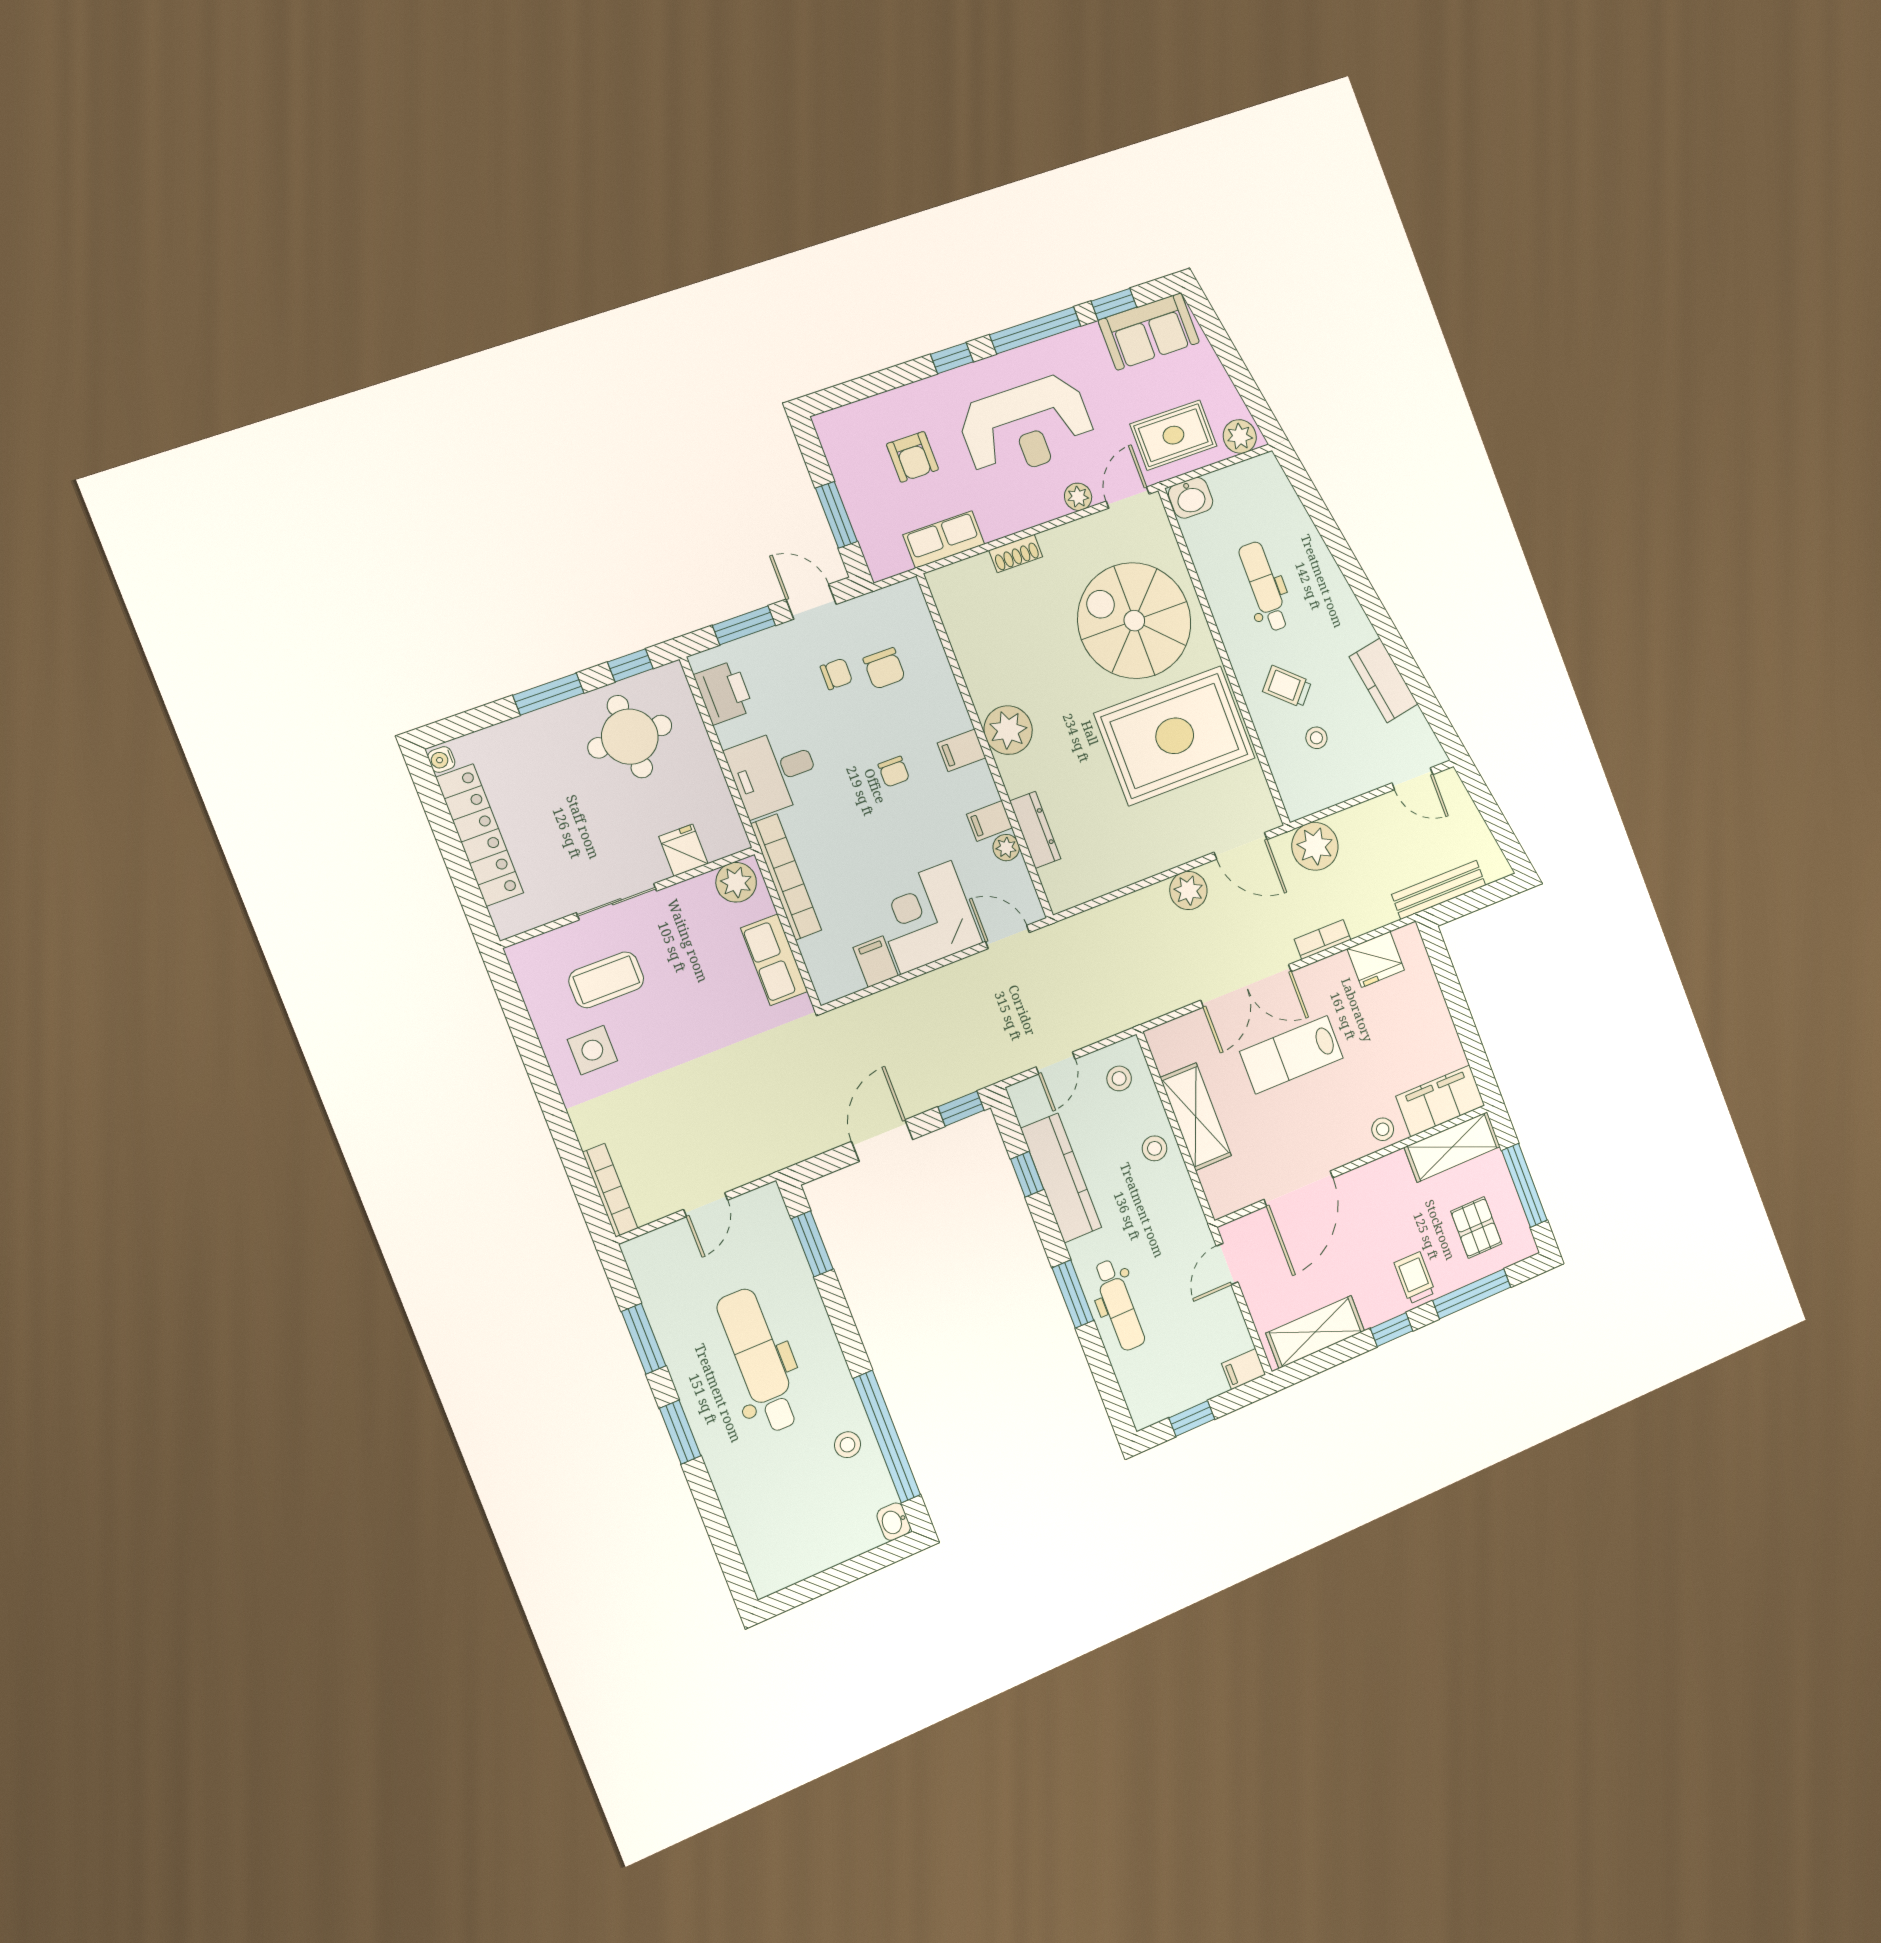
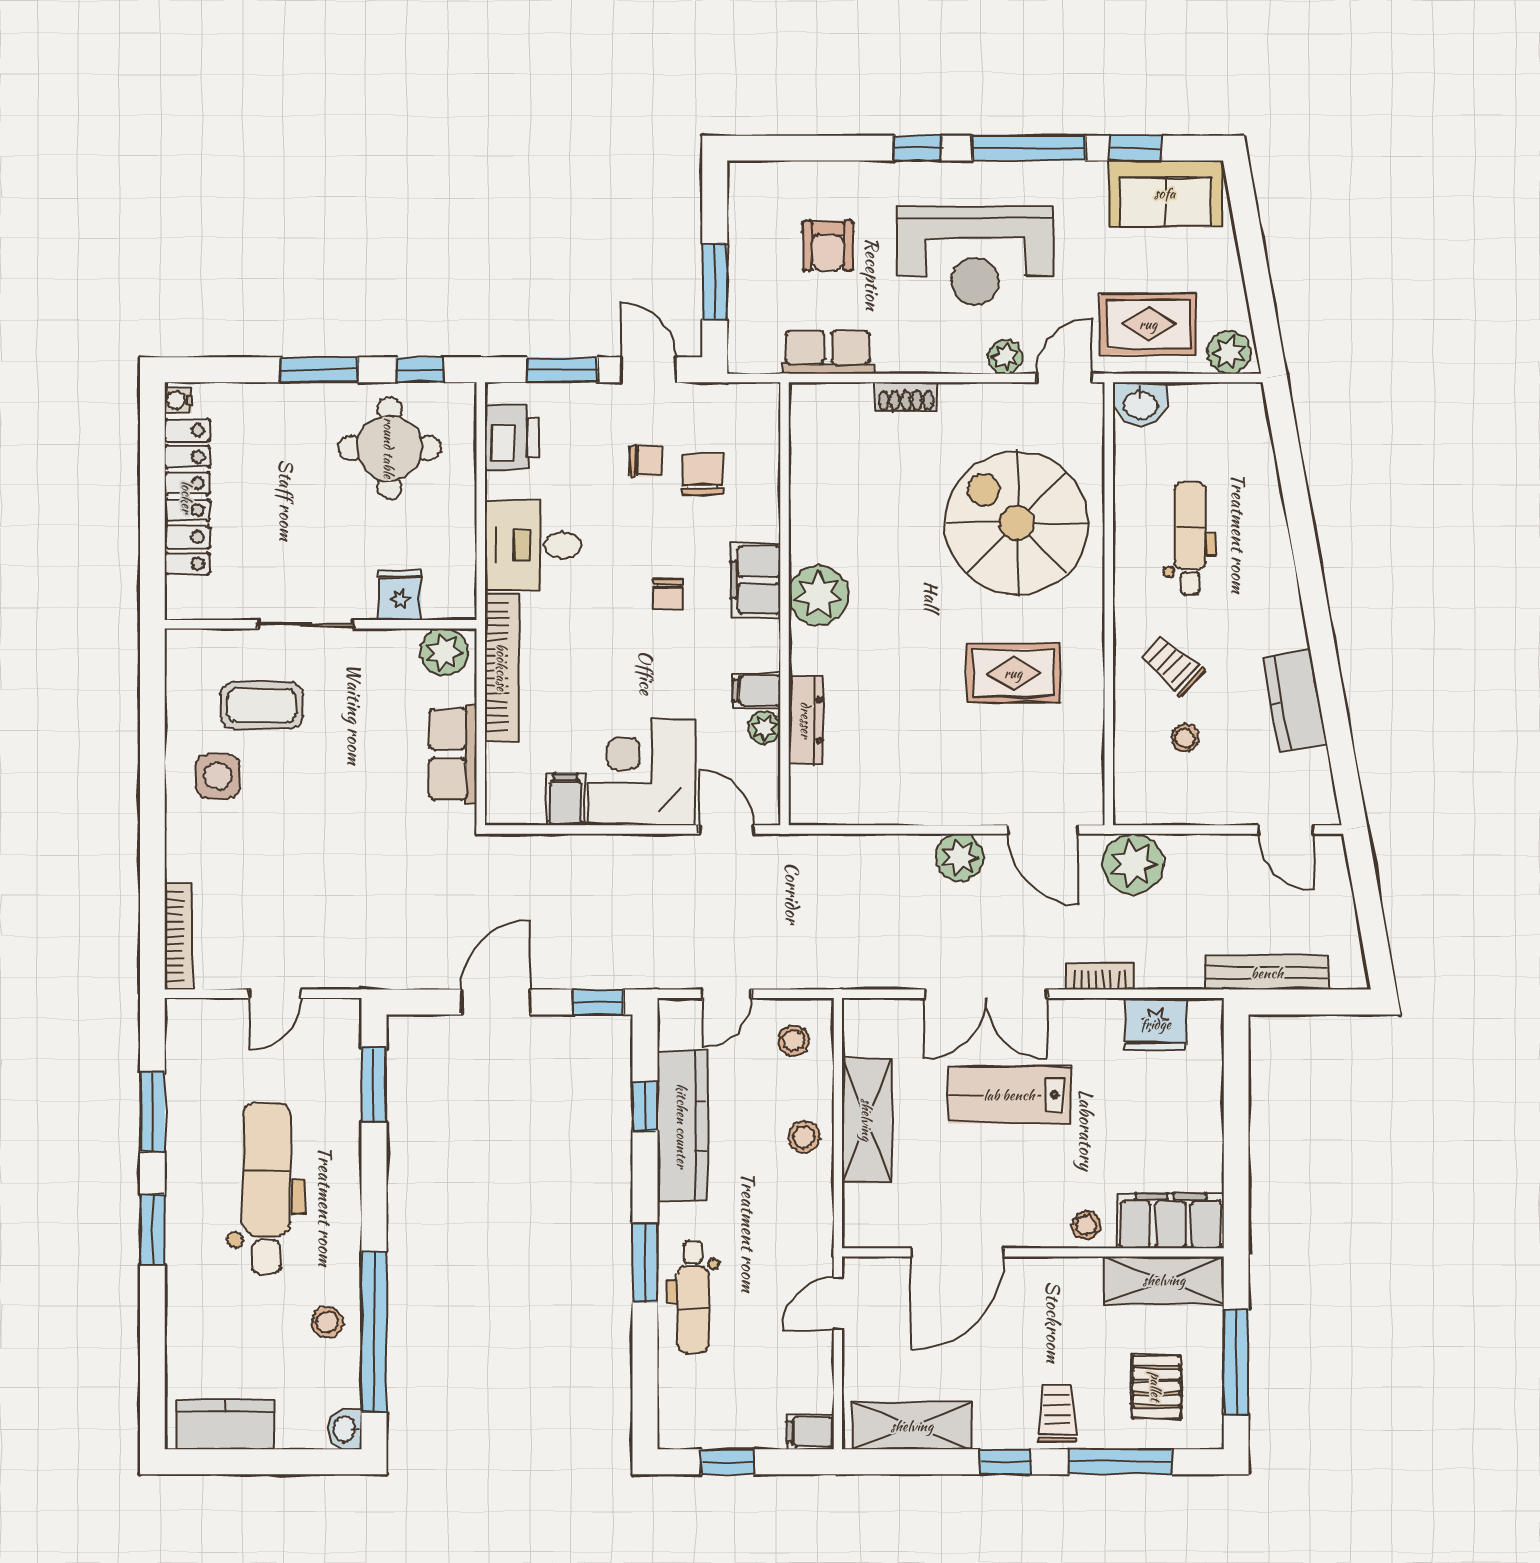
chair: (884, 668) -> (702, 474), turned 180
rug: (1175, 736) -> (1013, 673), width x0.54, depth x0.49
filing cabinet: (962, 750) -> (756, 580), width x2.00
kitchen counter: (798, 1560) -> (225, 1425), added

